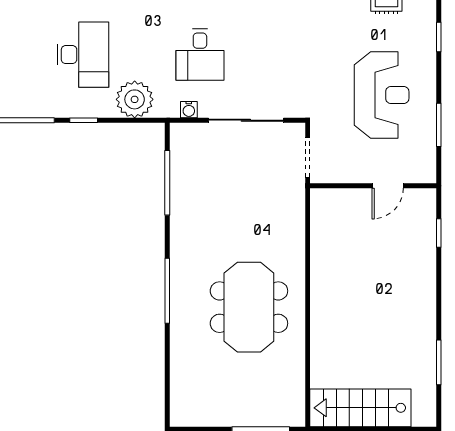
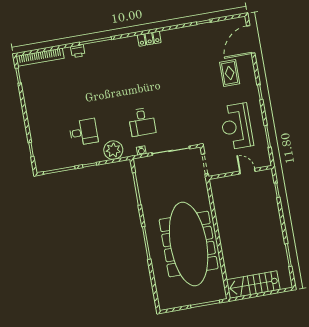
desk: (83, 55) -> (84, 132), width x0.73
reception desk: (382, 95) -> (236, 126), turned 180
door: (388, 186) -> (247, 171), swing flipped
meeting table: (249, 307) -> (189, 244), width x1.86, depth x1.27

